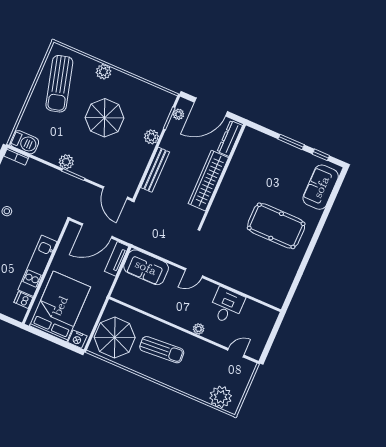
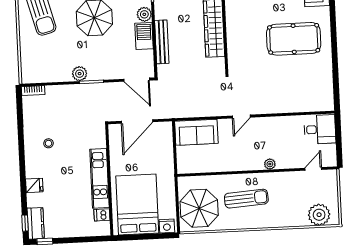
barbecue: (24, 142) -> (144, 36), moved, turned -90
tv unit: (117, 259) -> (167, 138), removed
desk: (227, 306) -> (320, 129), moved, turned 90

